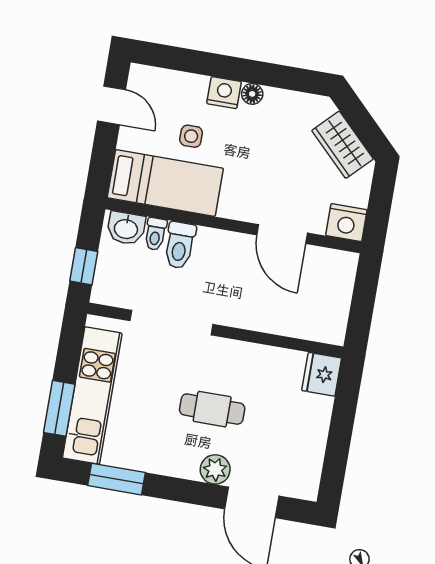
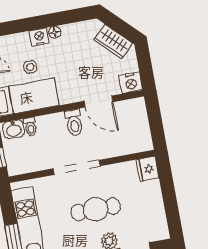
toilet: (180, 245) -> (74, 123), moved
doorway: (171, 323) -> (77, 167), moved
cafe table: (212, 409) -> (96, 209), width x1.37, depth x1.35

